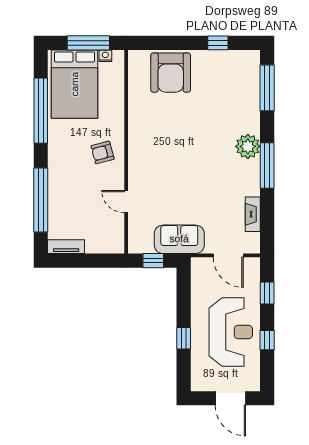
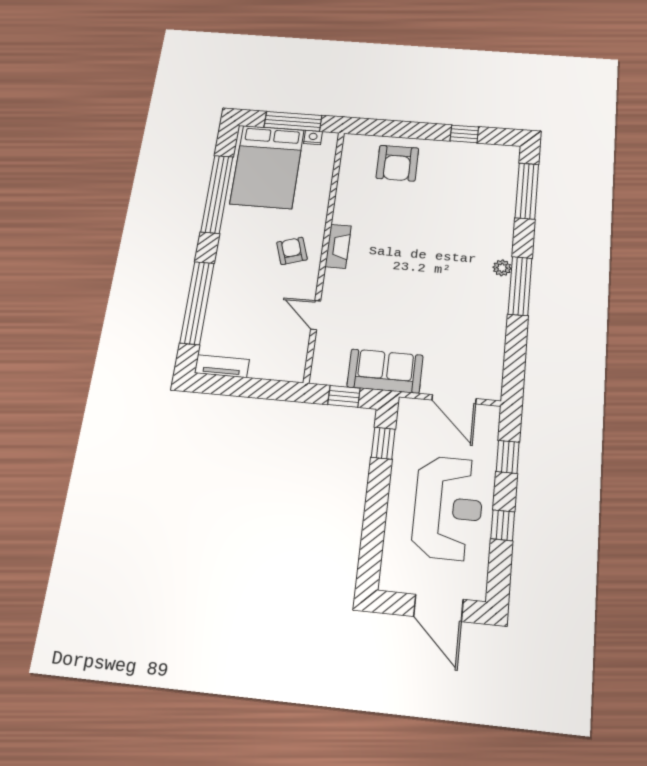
armchair: (171, 73) -> (397, 163), width x0.73, depth x0.73
plant: (248, 146) -> (502, 268), width x0.53, depth x0.53
armchair: (102, 153) -> (292, 251), turned 87
fireplace: (253, 214) -> (338, 246), moved, turned 180
window: (184, 338) -> (383, 443), moved

